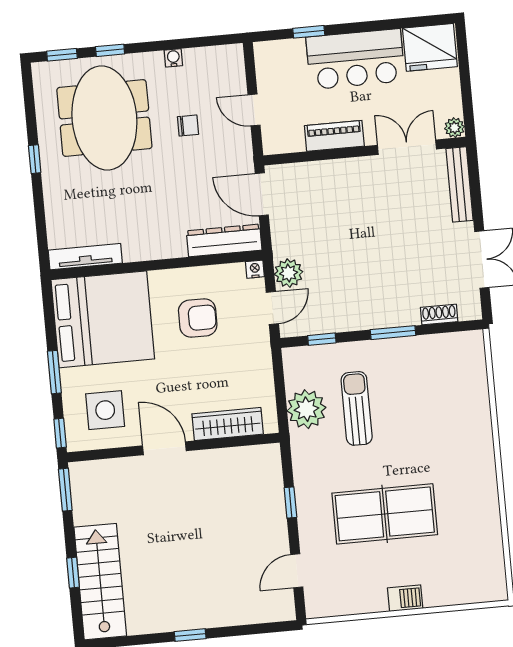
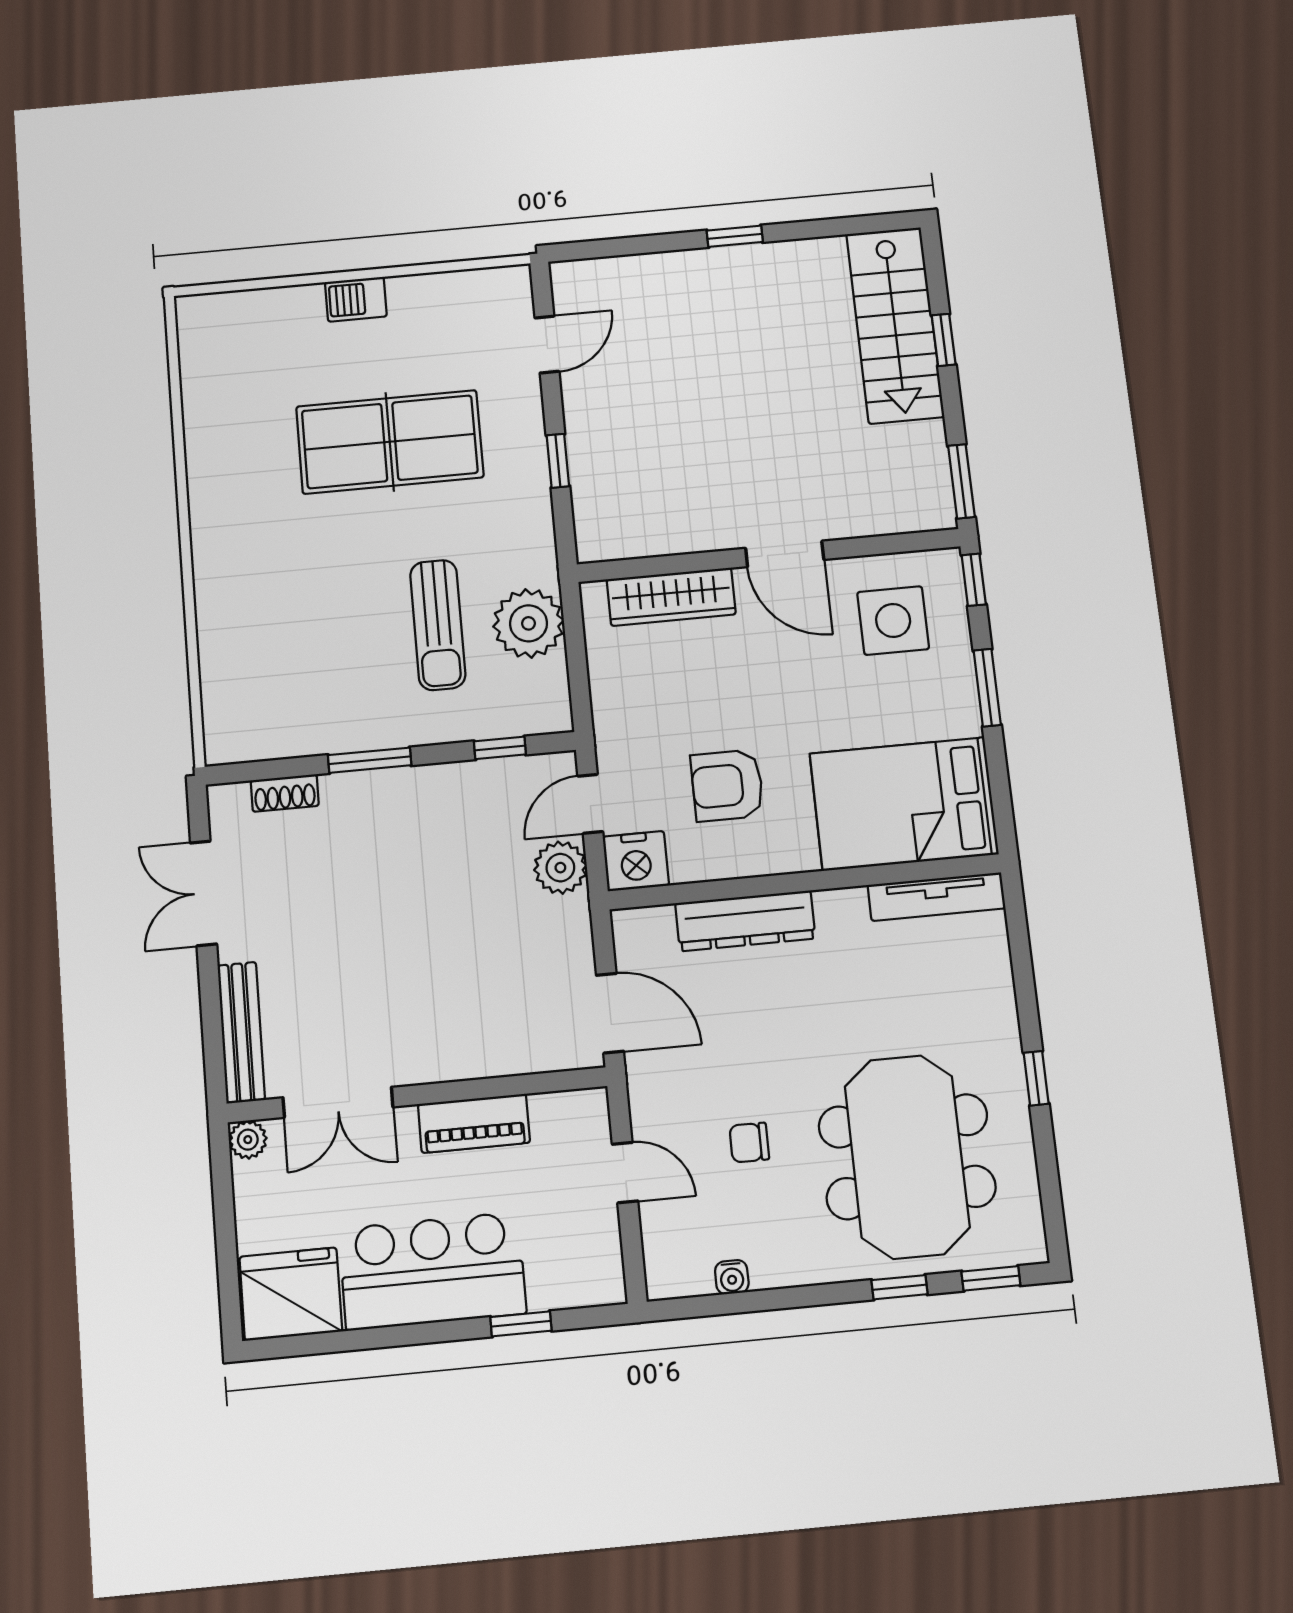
water cooler: (173, 58) -> (732, 1277), moved
dresser: (224, 240) -> (745, 921), moved
nightstand: (255, 269) -> (636, 861), width x1.89, depth x1.79
bed: (103, 319) -> (904, 804), width x0.73

